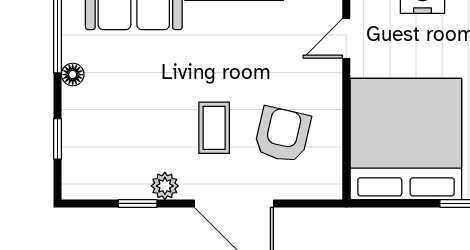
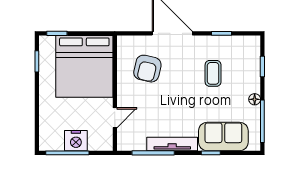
coffee table: (214, 128) -> (213, 73), moved
plant: (165, 186) -> (208, 42), removed

